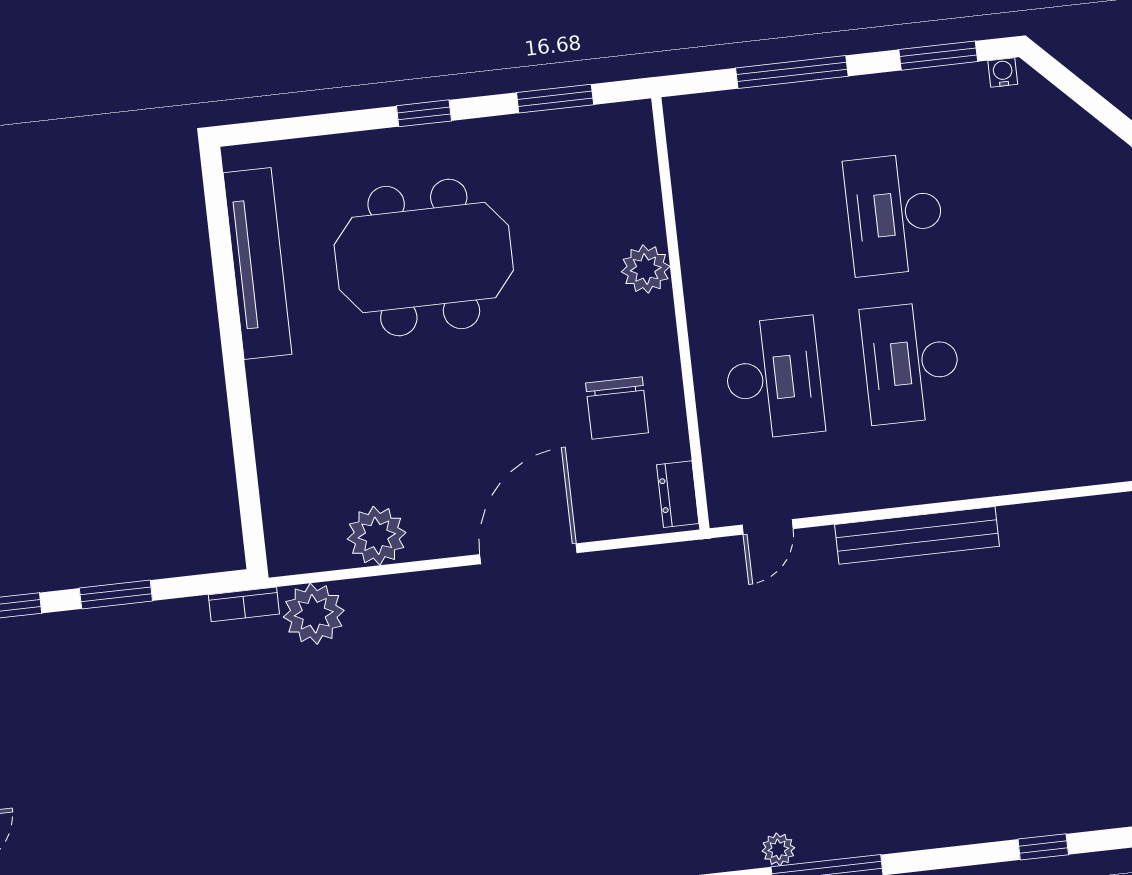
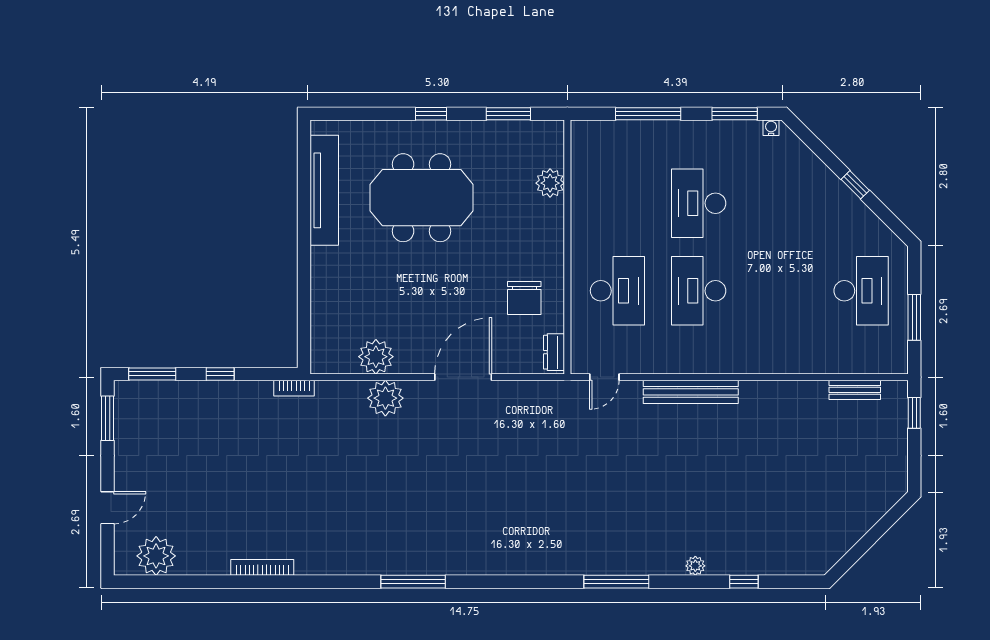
plant: (646, 269) -> (550, 183), moved
window: (116, 594) -> (220, 374), width x0.67
plant: (314, 614) -> (385, 398), moved
plant: (778, 849) -> (695, 566), moved

